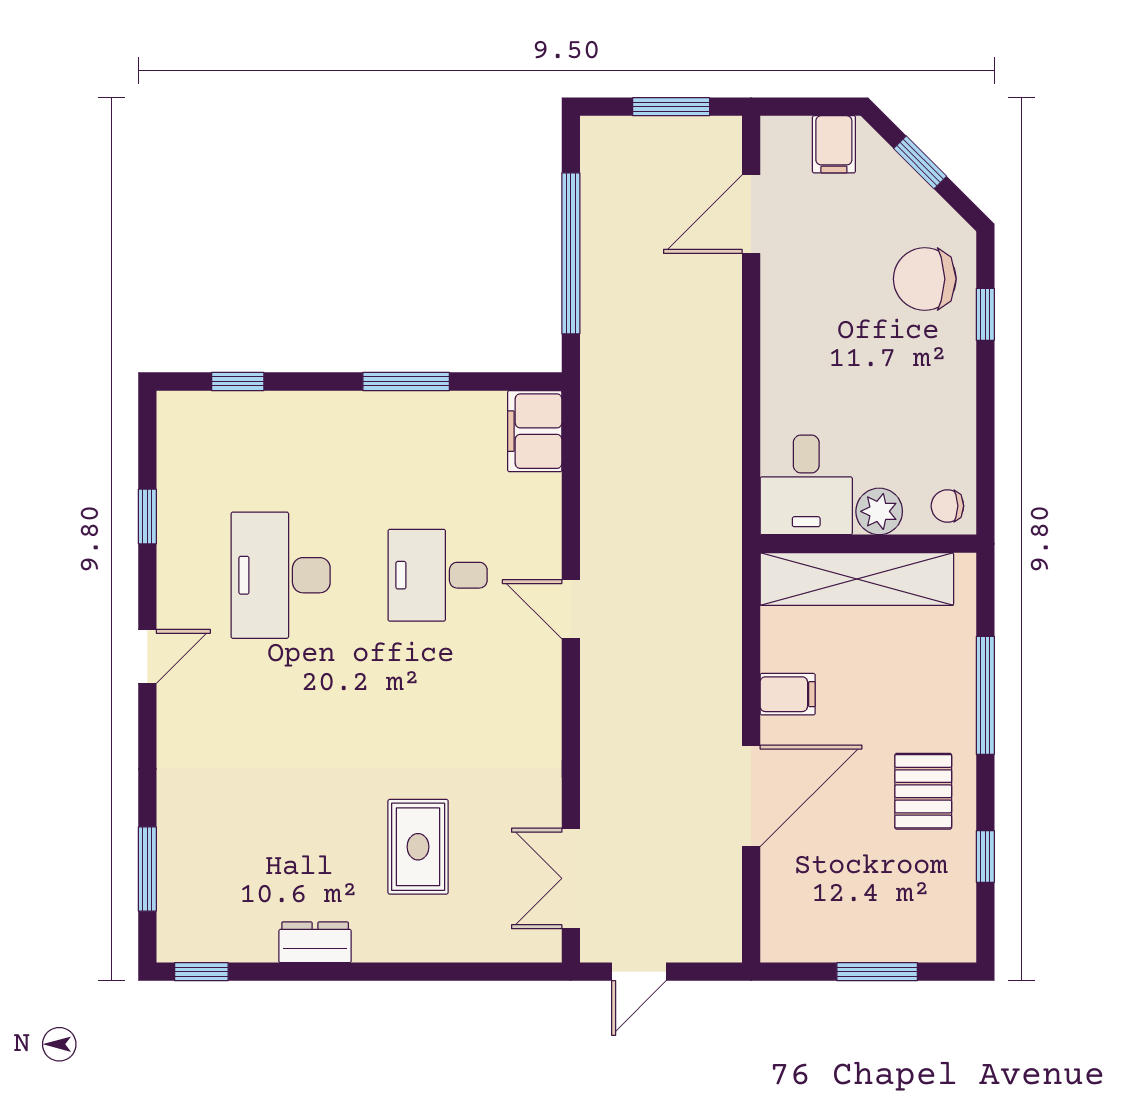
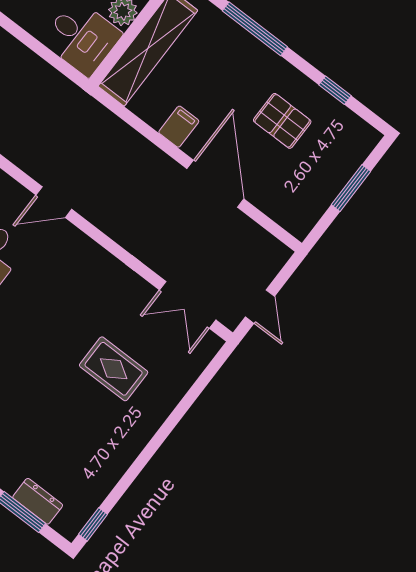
pallet: (923, 791) -> (282, 121), moved
dresser: (315, 942) -> (38, 501), moved, turned 90

